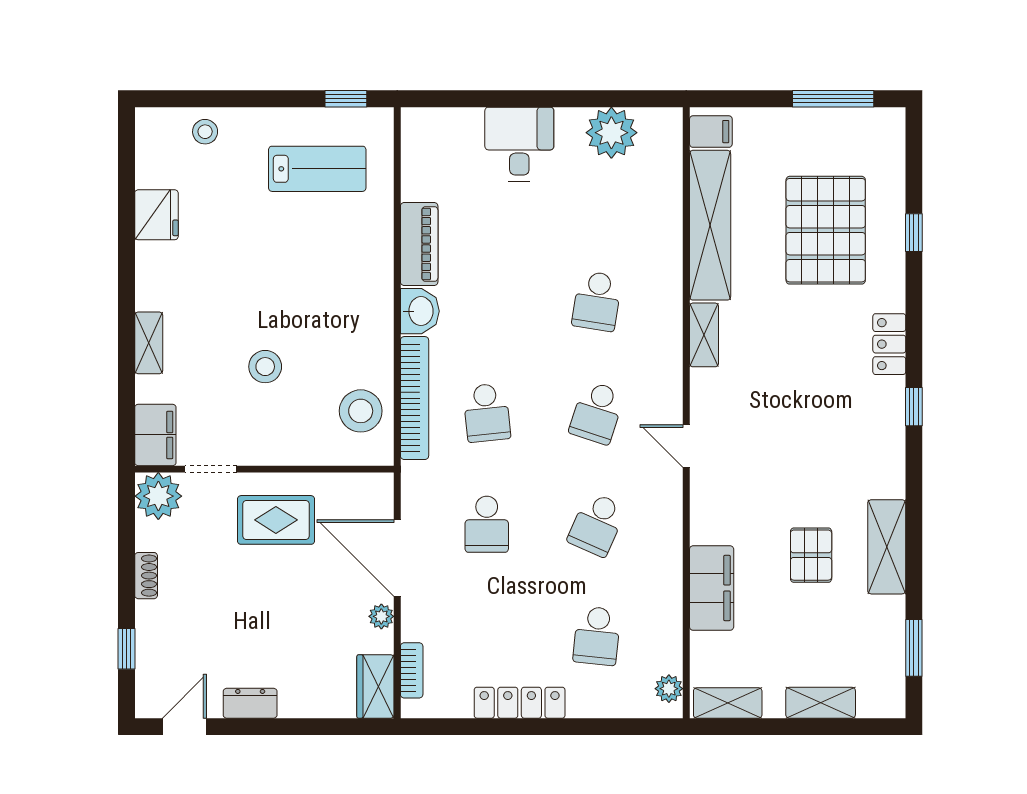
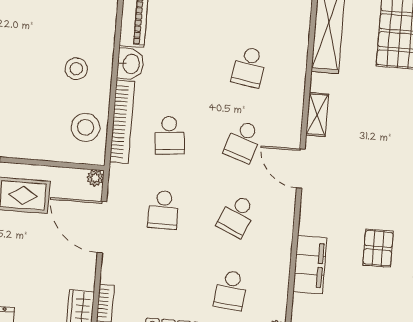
shelving: (704, 335) -> (317, 115), moved
stool: (265, 367) -> (76, 69), moved
door: (686, 446) -> (301, 169), width x1.38
plant: (381, 616) -> (95, 178), moved

